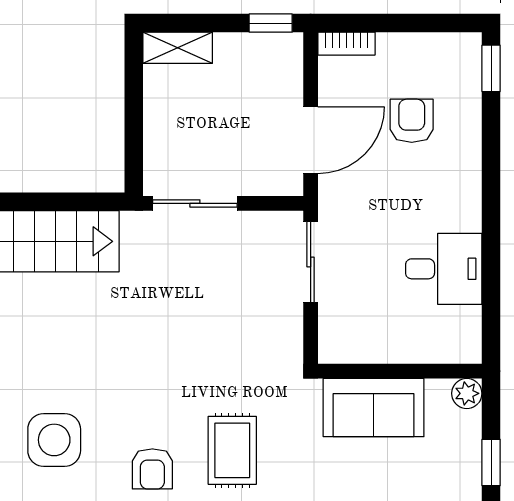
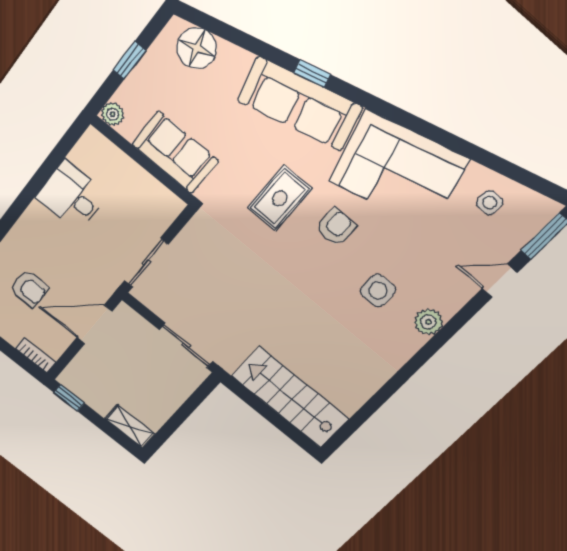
armchair: (412, 121) -> (29, 289), turned -90
side table: (54, 440) -> (378, 290), width x0.73, depth x0.73

